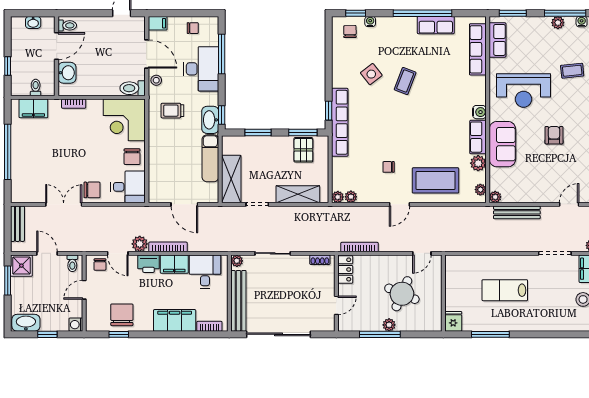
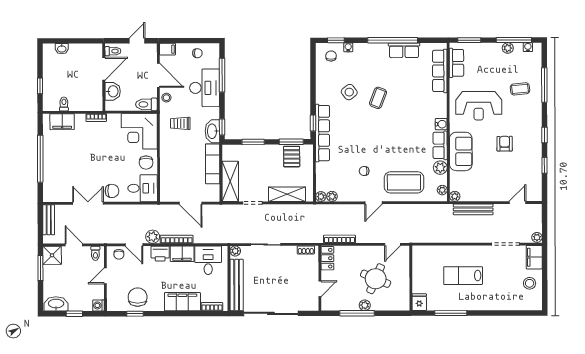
toilet: (67, 25) -> (113, 51), moved
door: (57, 46) -> (104, 69), moved
wall: (57, 56) -> (104, 77), moved
washbasin: (67, 73) -> (113, 91), moved

